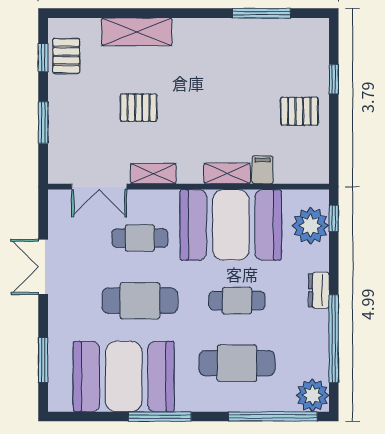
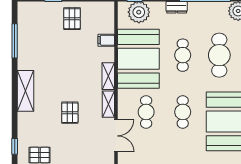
window: (81, 13) -> (15, 146), added
shelving: (137, 32) -> (25, 91), moved
shelving: (227, 173) -> (108, 76), moved
cafe table: (140, 301) -> (183, 112), width x0.73, depth x0.74

